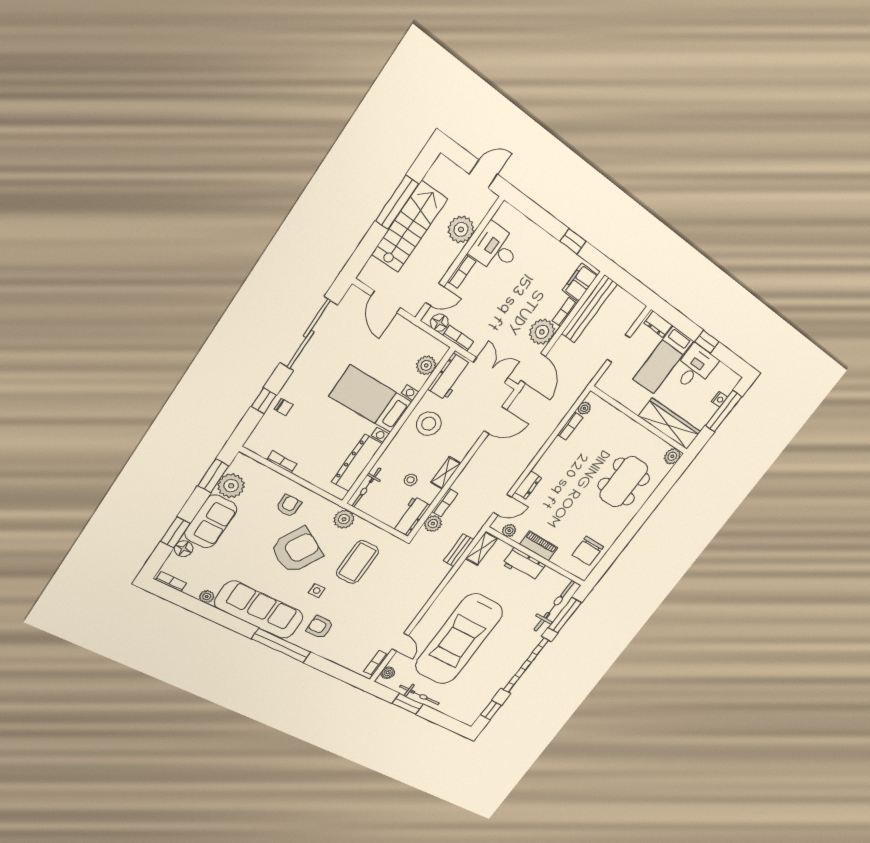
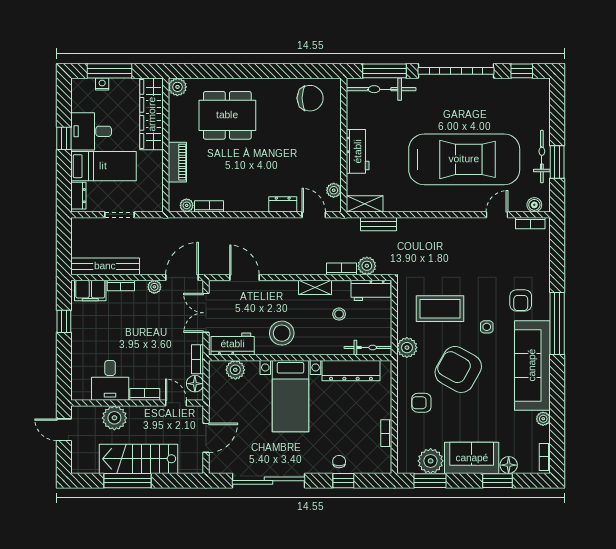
plant: (542, 332) -> (154, 287), width x0.53, depth x0.53
piano: (539, 546) -> (177, 162), moved, turned 180

